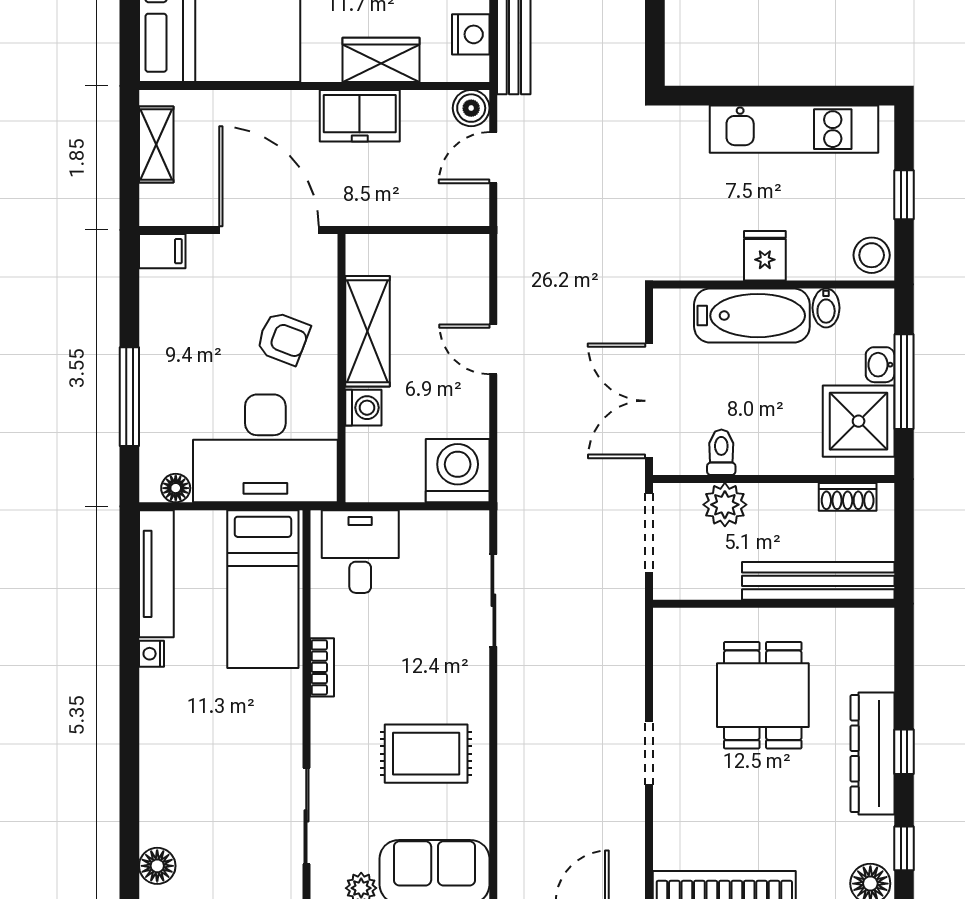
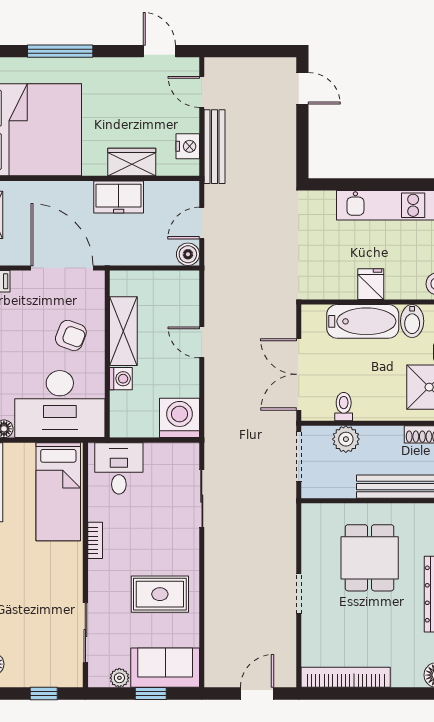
boiler: (471, 108) -> (188, 254), moved
bidet: (826, 308) -> (412, 321), width x1.38, depth x1.36

